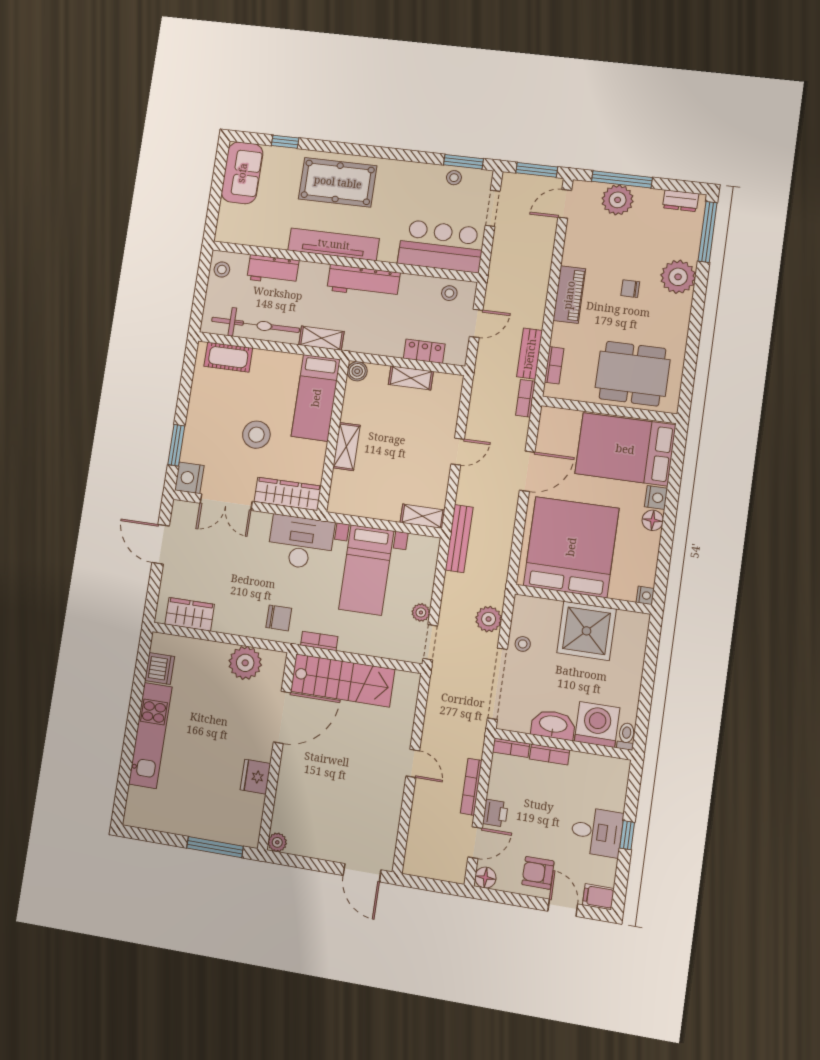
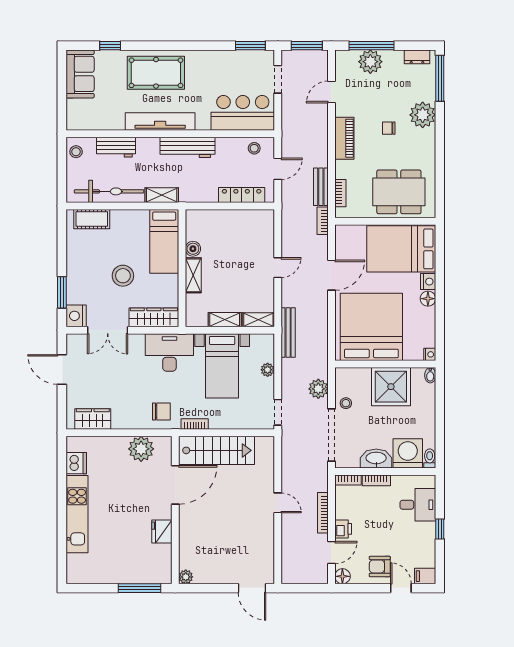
stool: (454, 178) -> (245, 59), removed
door: (565, 204) -> (331, 92), moved
locker: (424, 351) -> (242, 195), width x1.53
boiler: (357, 371) -> (193, 249), moved
shelving: (411, 378) -> (225, 320), moved
plant: (421, 612) -> (268, 370), moved
bidet: (642, 623) -> (430, 375), added
desk: (597, 832) -> (418, 505), moved

